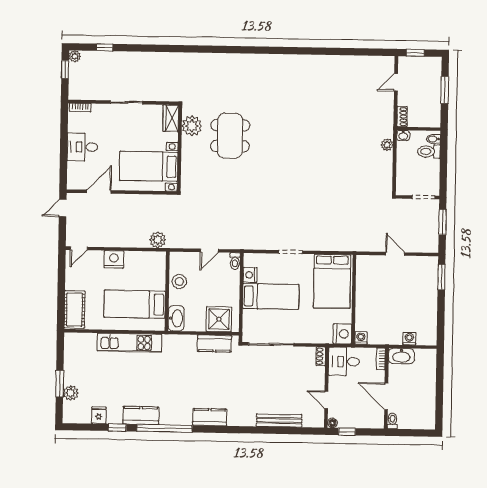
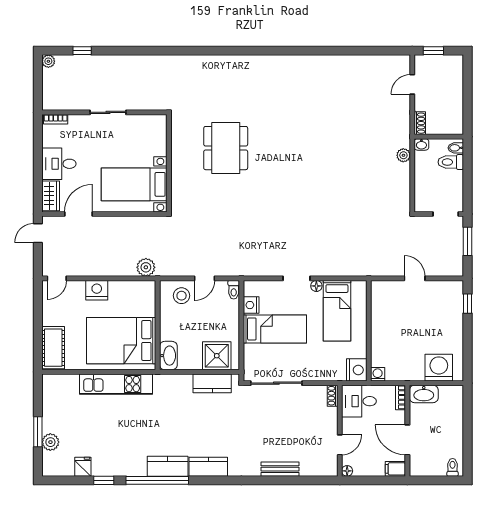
window: (65, 70) -> (38, 77), removed
window: (445, 90) -> (467, 92), removed
wardrobe: (171, 118) -> (51, 196), moved, turned 180
plant: (192, 126) -> (182, 138), removed
floor lamp: (308, 259) -> (316, 286), added
window: (441, 277) -> (467, 304), width x0.67
stool: (179, 281) -> (182, 296), moved
bed: (332, 281) -> (337, 311), width x0.67
bed: (135, 304) -> (121, 341), width x1.50
washing machine: (409, 339) -> (439, 368), width x1.89, depth x1.89
door: (326, 400) -> (340, 445), swing flipped
kitchen counter: (141, 416) -> (168, 466), moved
bench: (279, 420) -> (280, 469), width x0.73
toilet: (392, 421) -> (453, 467), moved
filing cabinet: (375, 422) -> (395, 469), added
window: (347, 432) -> (364, 480), removed

